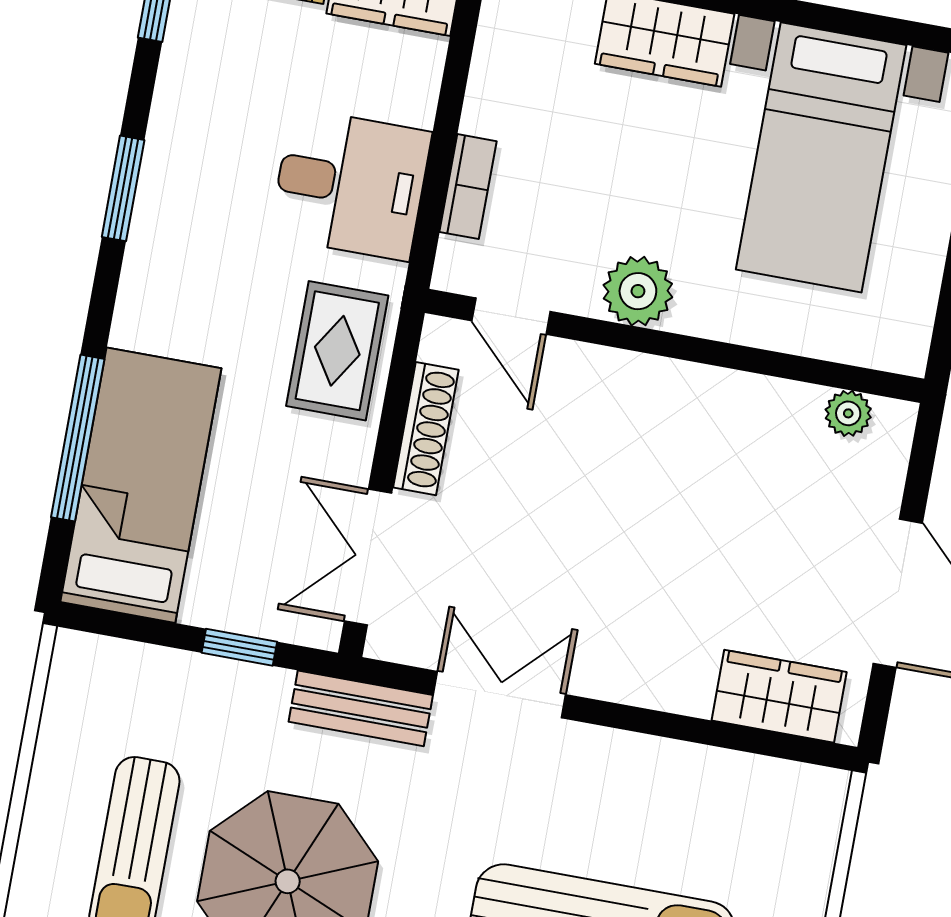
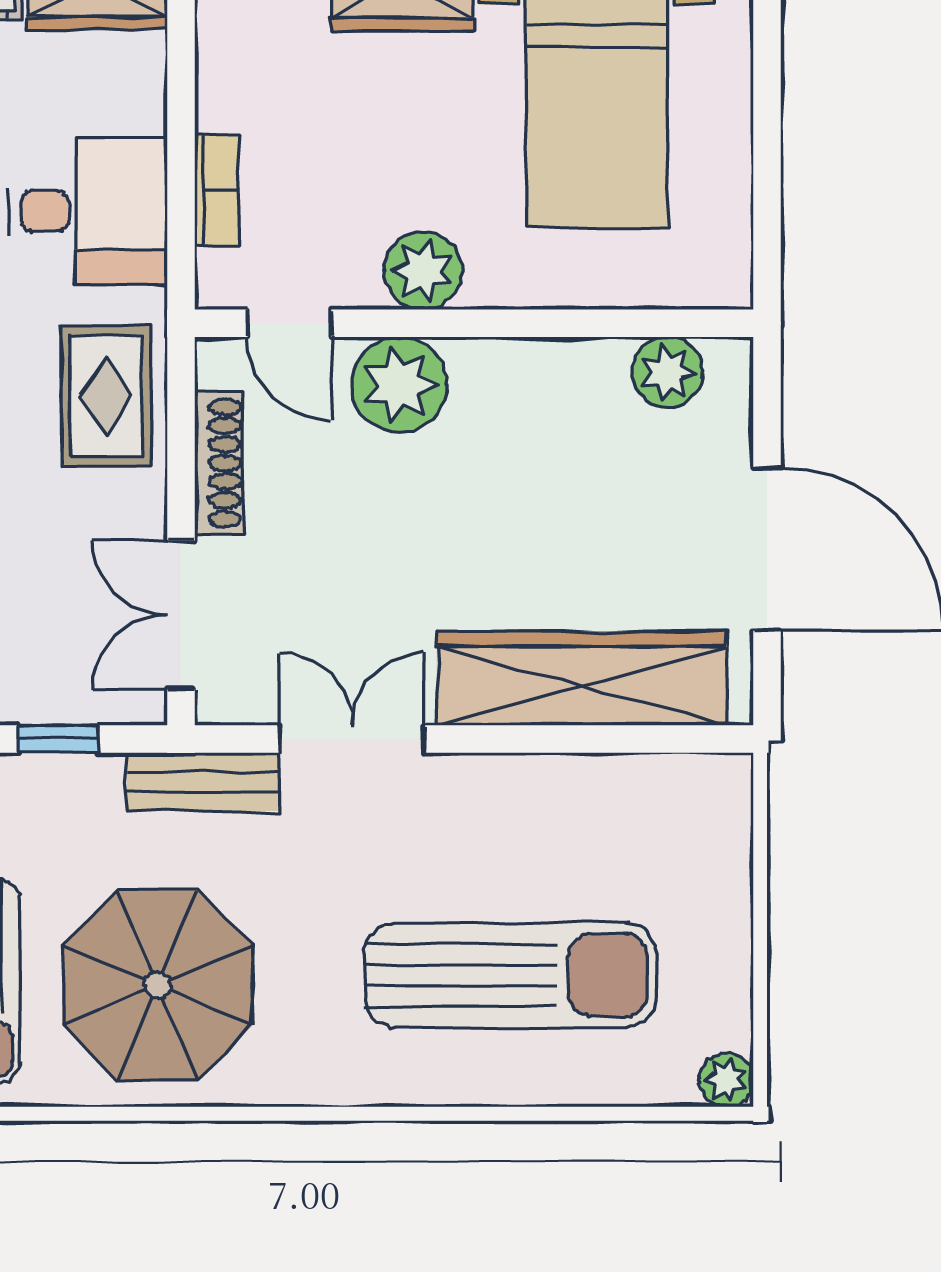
plant: (599, 389) -> (399, 385), added
plant: (848, 413) -> (667, 372), width x1.38, depth x1.38
wardrobe: (779, 696) -> (582, 678), width x2.10, depth x1.17

